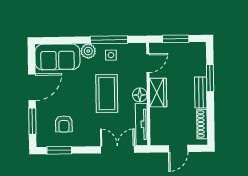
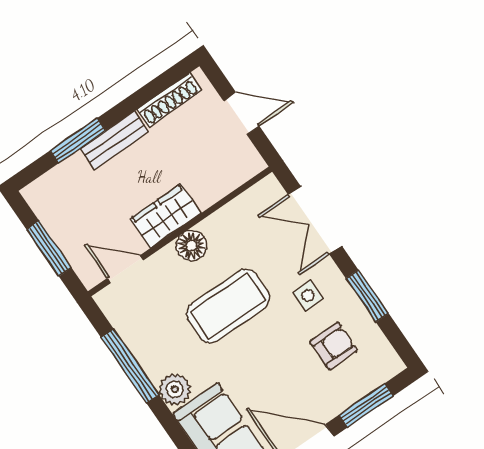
side table: (111, 55) -> (308, 296), moved
tv unit: (142, 124) -> (242, 207), removed
window: (59, 150) -> (367, 296), moved

